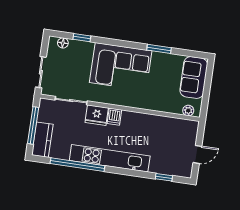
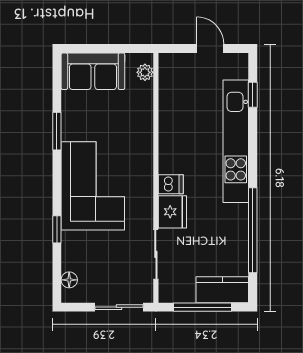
window: (82, 38) -> (57, 229), moved
kitchen unit: (110, 158) -> (236, 141), moved

